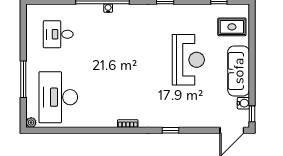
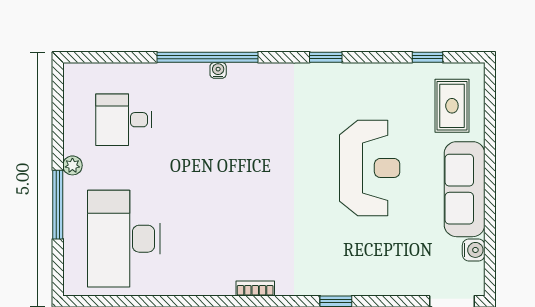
rug: (232, 27) -> (452, 106), turned 90
window: (252, 114) -> (490, 270), removed
plant: (31, 123) -> (72, 165), moved

